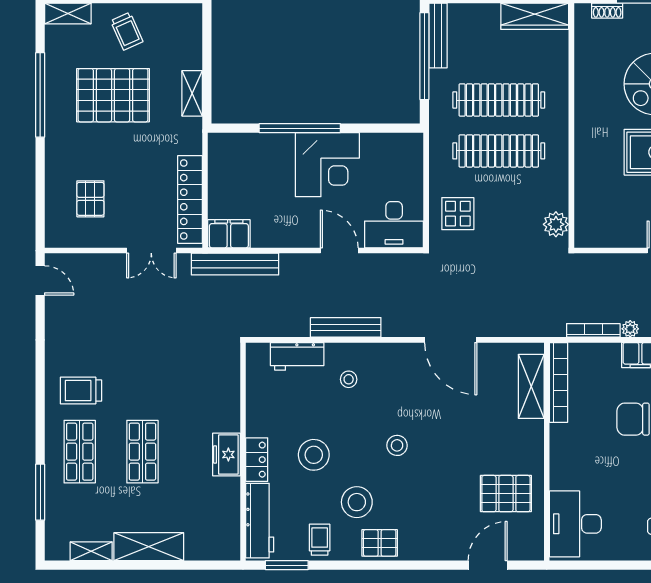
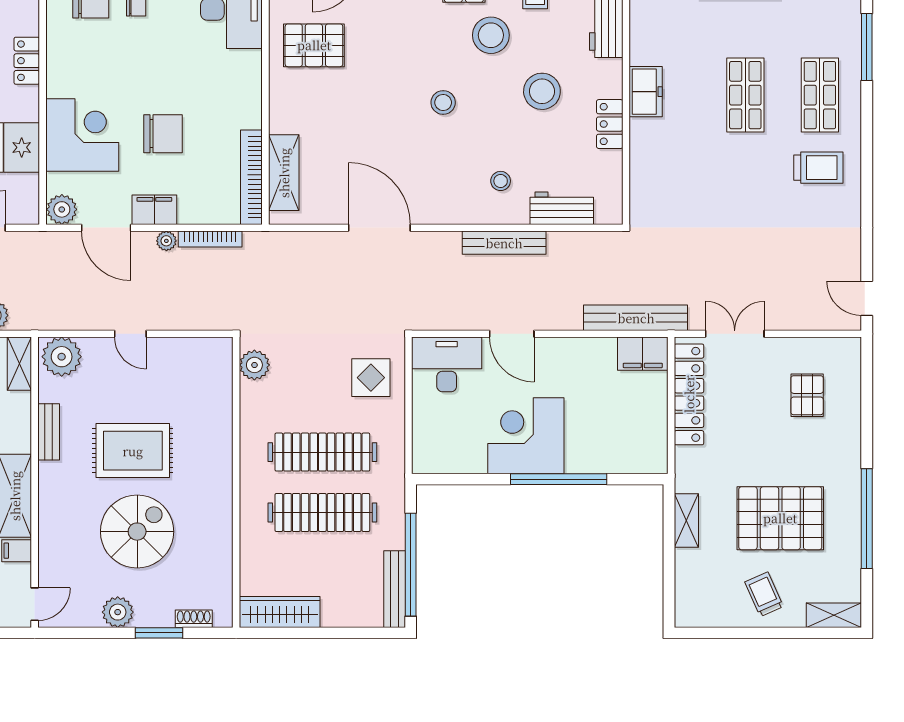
locker: (257, 460) -> (610, 124), moved

